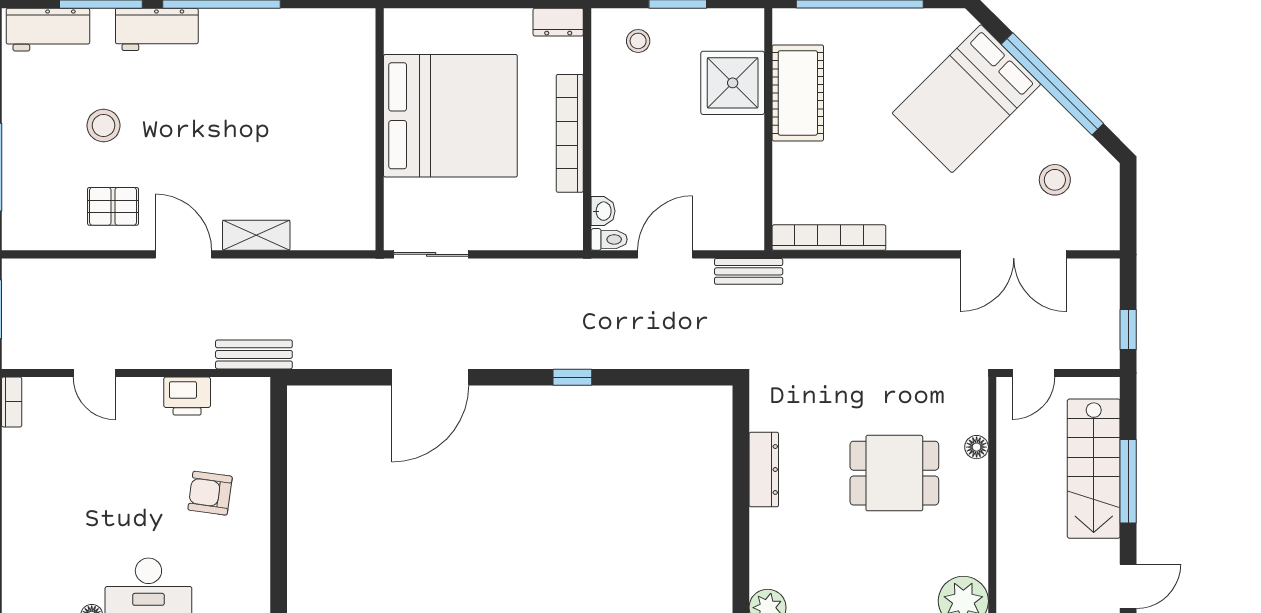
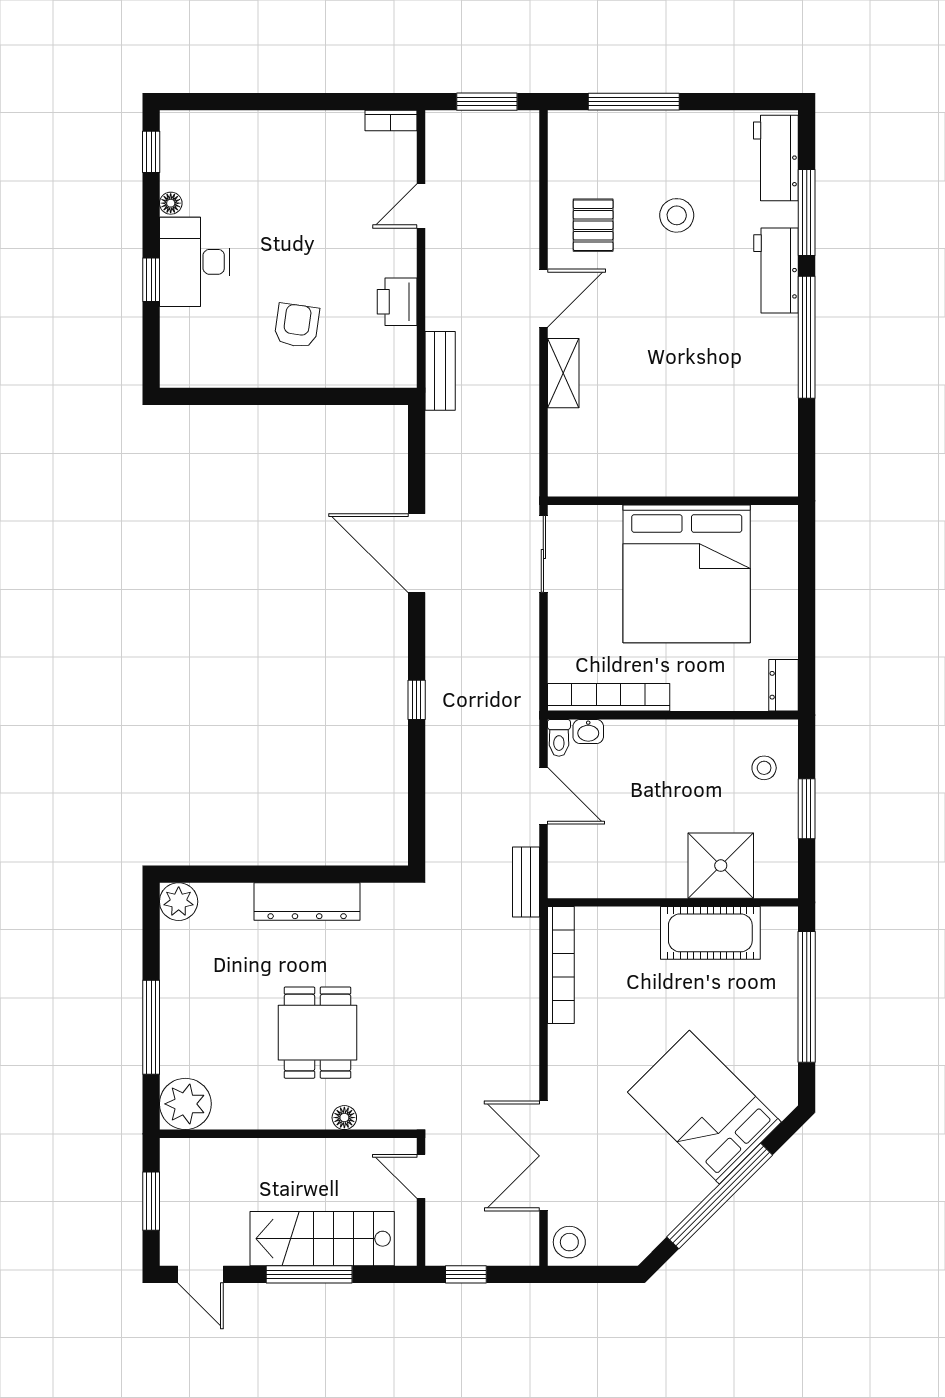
bookcase: (570, 133) -> (609, 697), moved
stool: (1055, 180) -> (569, 1242), moved
dresser: (764, 470) -> (307, 901), width x1.37, depth x1.24

